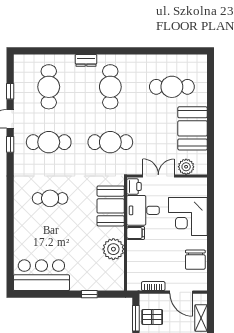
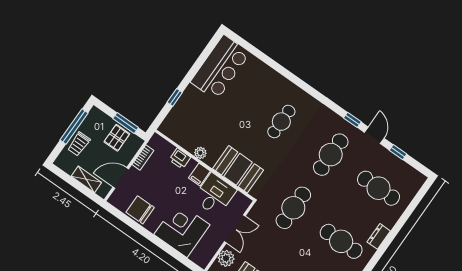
printer: (134, 186) -> (180, 159), moved
plant: (113, 249) -> (200, 153), width x0.53, depth x0.53

